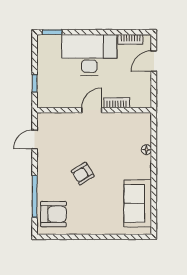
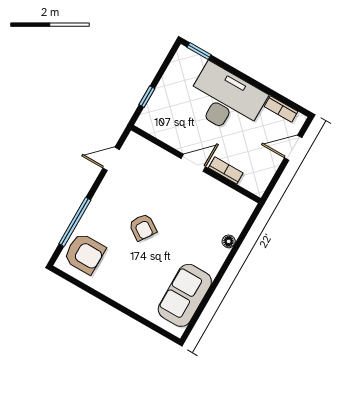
armchair: (83, 174) -> (143, 227), turned -114

